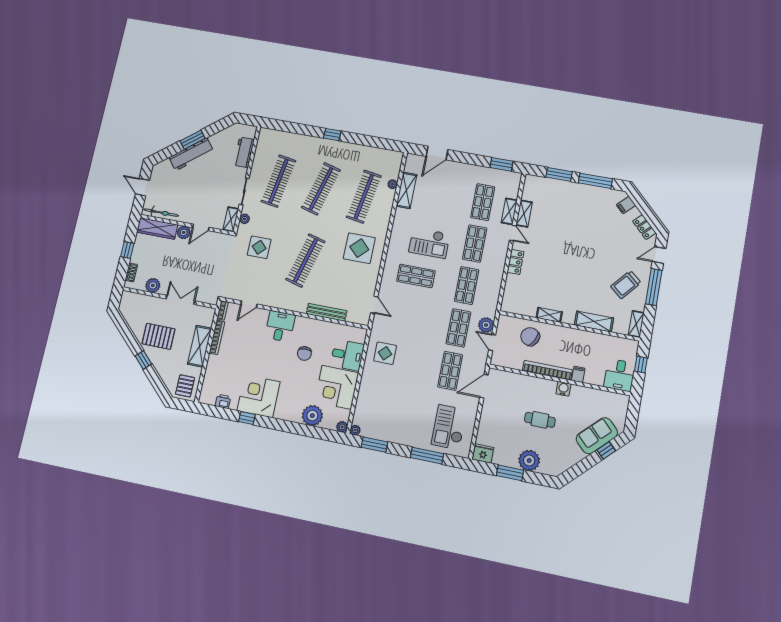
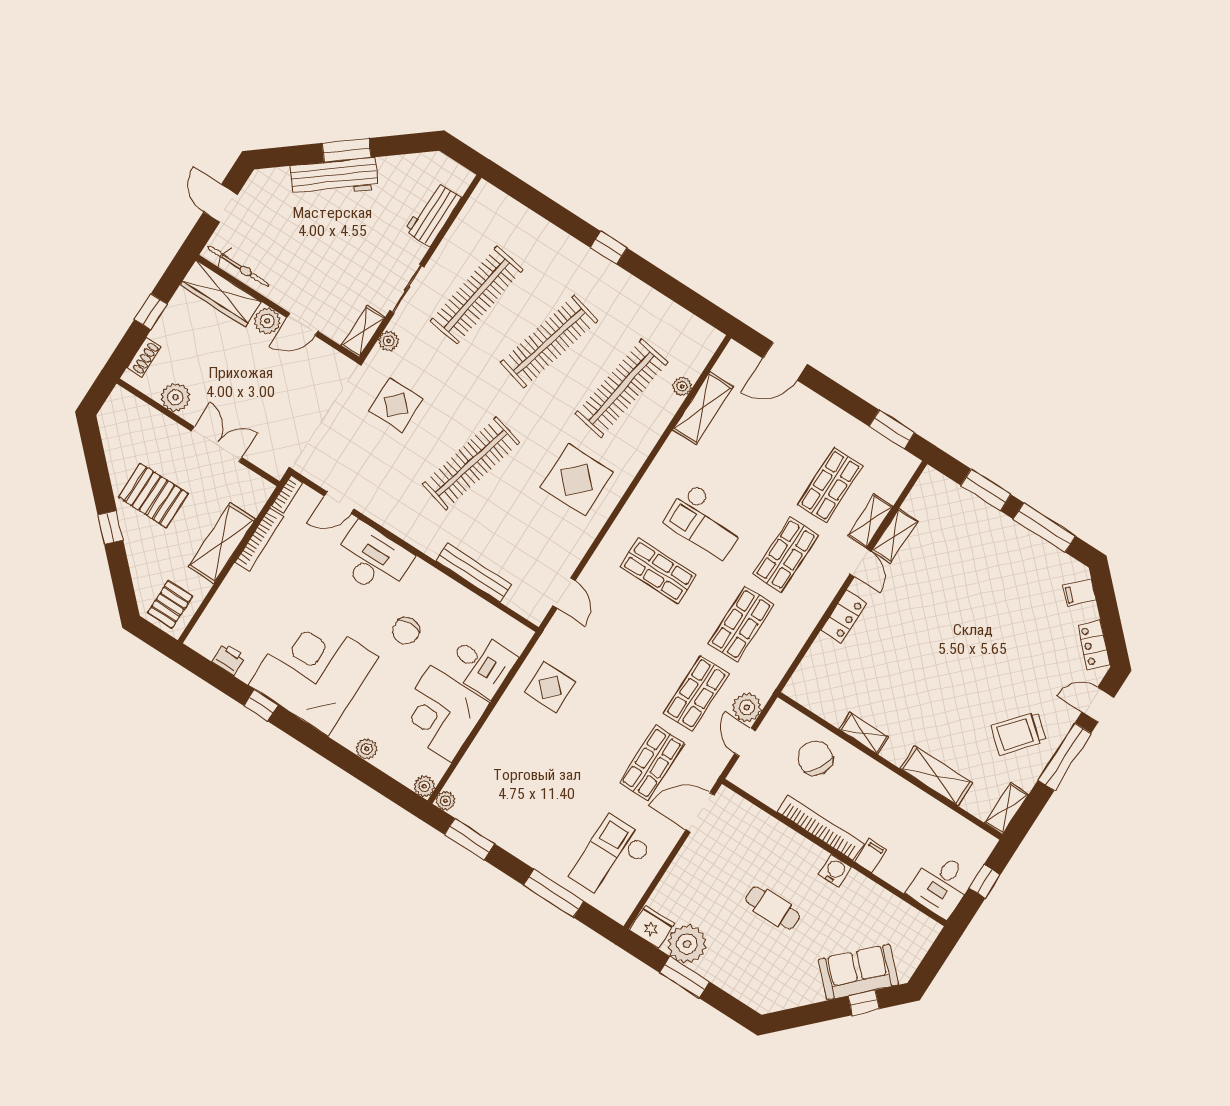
desk: (280, 326) -> (373, 560), width x1.37
corner desk: (259, 396) -> (314, 671), width x1.36, depth x1.36
plant: (312, 416) -> (367, 749), width x0.53, depth x0.53
plant: (529, 460) -> (687, 944), moved

